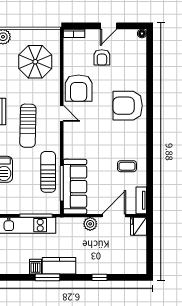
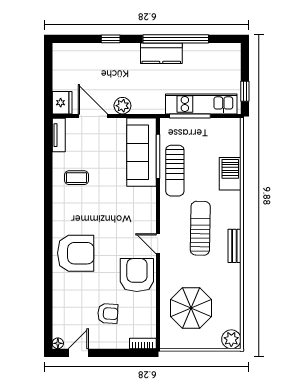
door: (109, 26) -> (78, 353), moved
armchair: (102, 57) -> (108, 313), turned 93
door: (114, 216) -> (93, 116), swing flipped
dishwasher: (35, 267) -> (191, 52), removed
window: (47, 277) -> (176, 39), width x2.11

